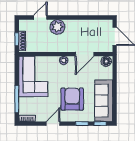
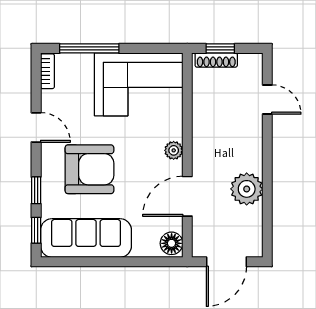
plant: (57, 27) -> (247, 189), moved
door: (85, 54) -> (187, 196), hinge flipped

